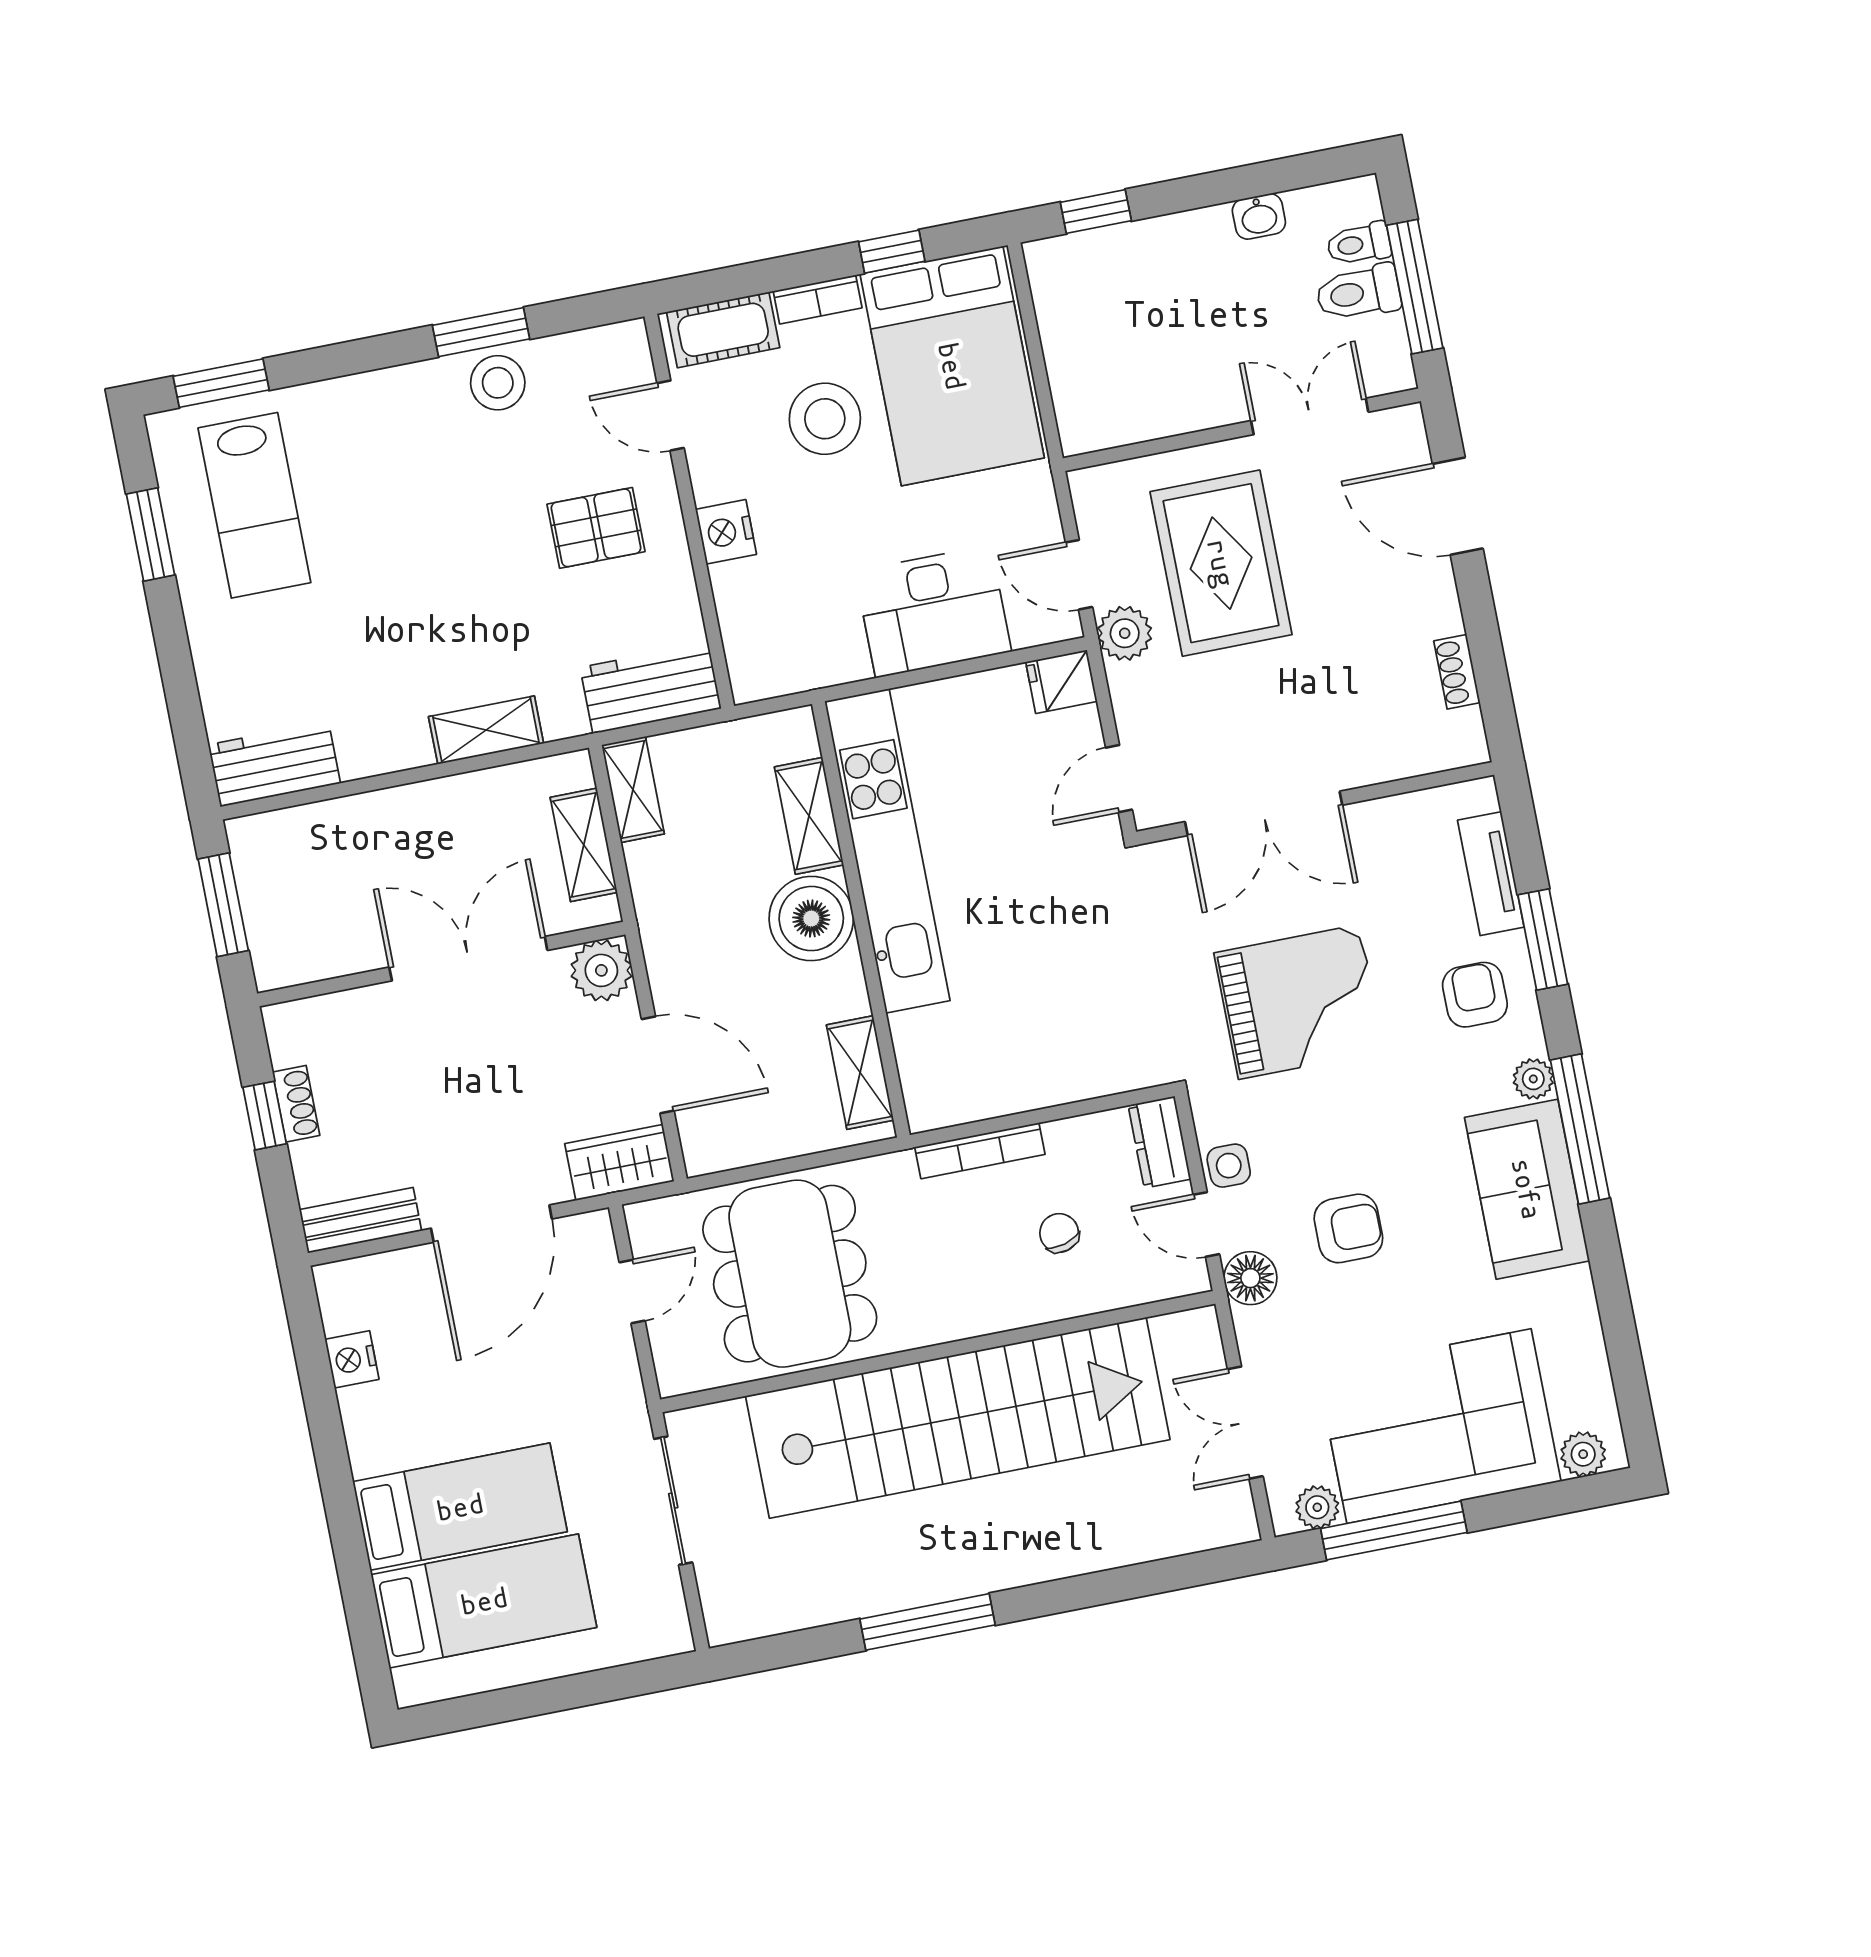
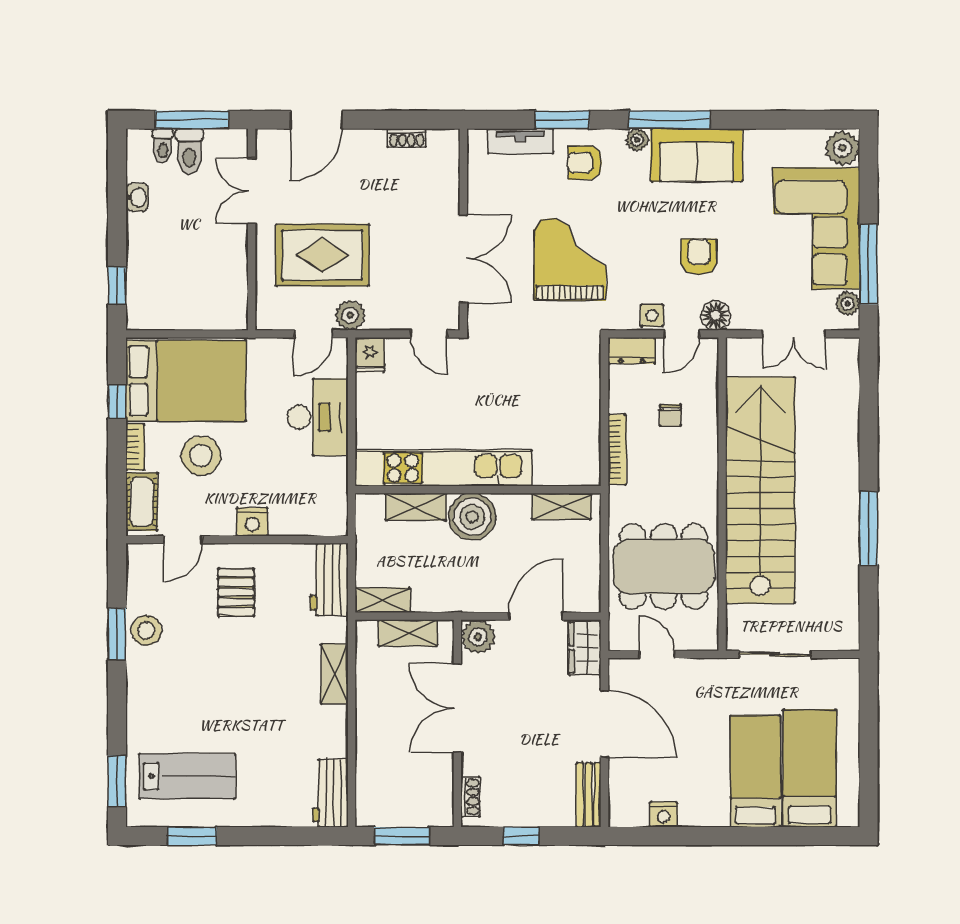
shoe rack: (296, 1104) -> (471, 797), moved, turned 90
chair: (1059, 1233) -> (670, 415), turned -74
plant: (1583, 1454) -> (842, 148), width x1.38, depth x1.38

